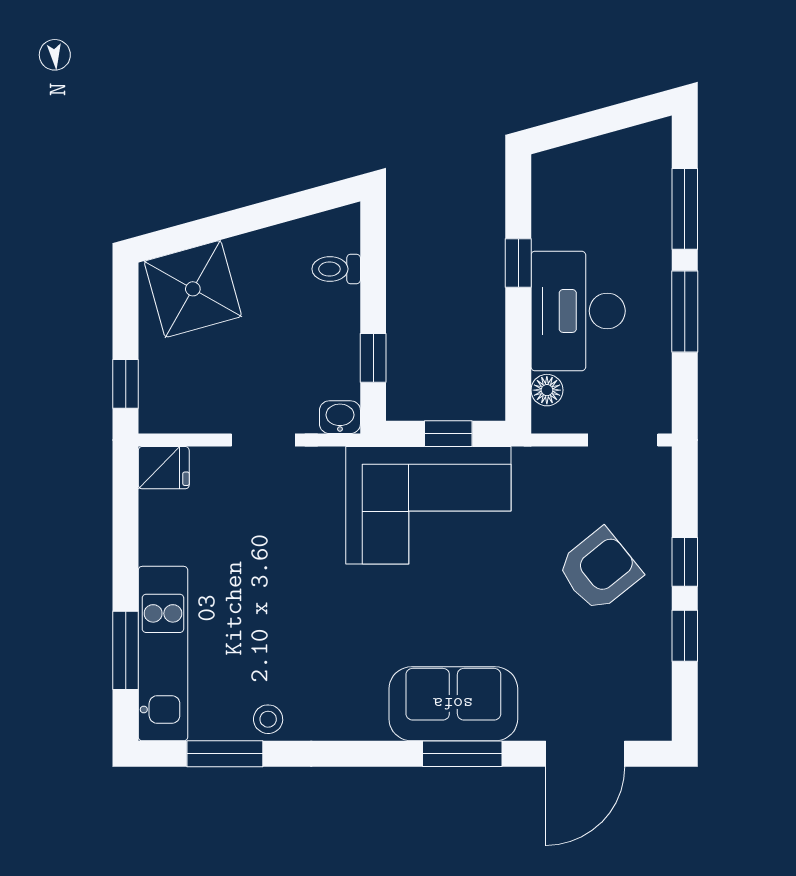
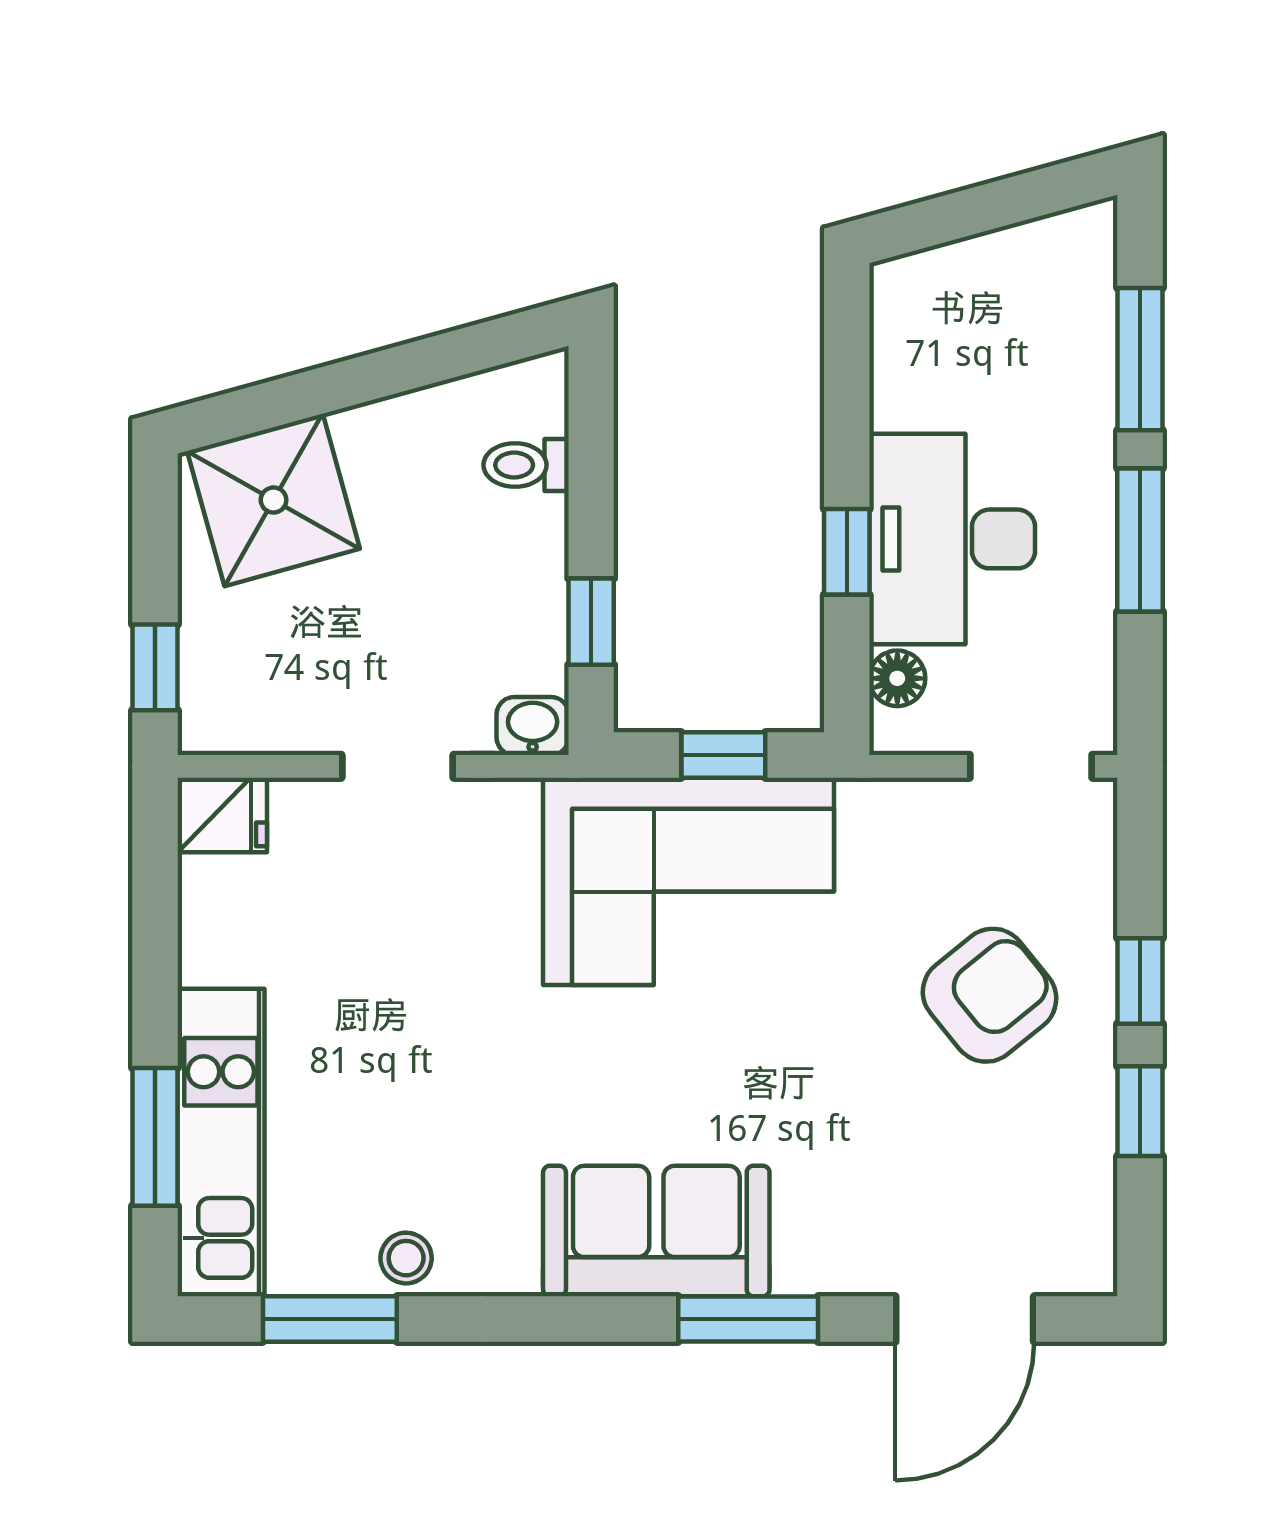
window: (518, 263) -> (847, 552), moved
sofa: (453, 704) -> (656, 1231), moved

